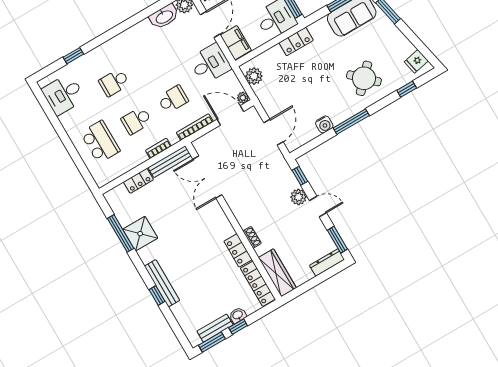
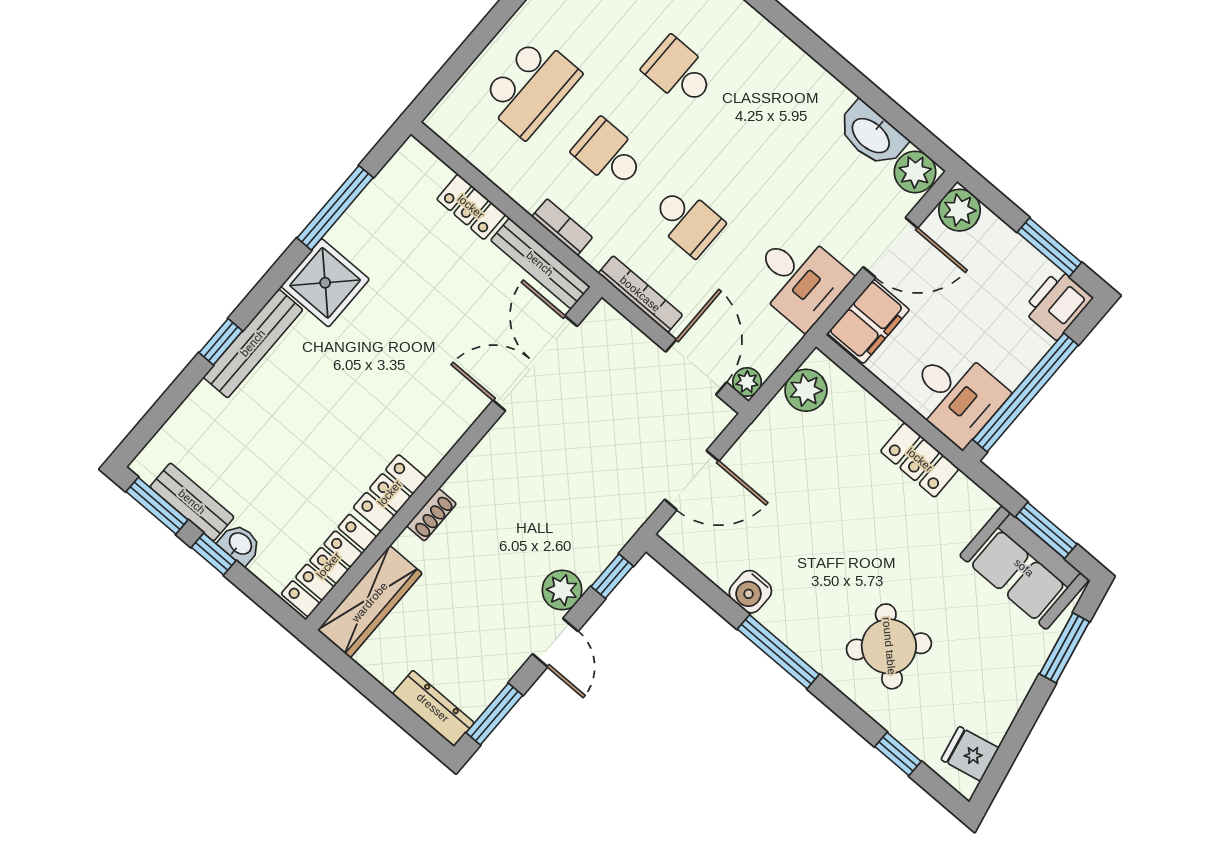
shower: (140, 234) -> (325, 283), moved

